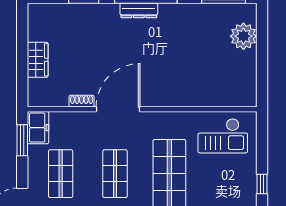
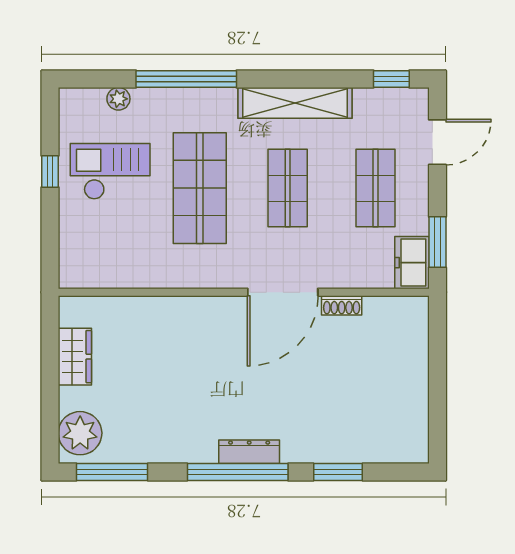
plant: (243, 36) -> (80, 433), moved
wardrobe: (38, 60) -> (75, 357), moved, turned 180
checkout: (223, 136) -> (110, 171), moved

